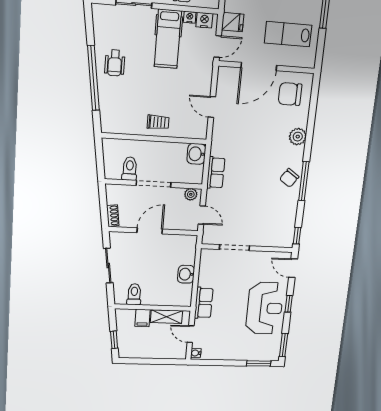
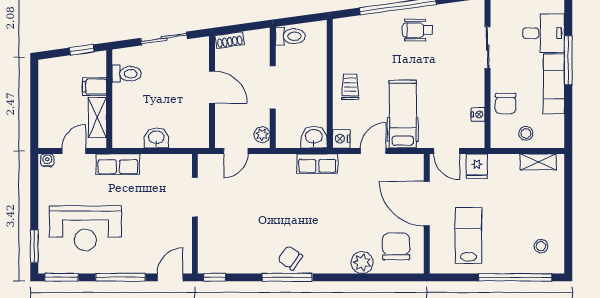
nightstand: (204, 20) -> (341, 139), moved, turned 180
hospital bed: (168, 39) -> (403, 114), moved, turned 90
trolley: (158, 122) -> (350, 87), turned 180
plant: (298, 137) -> (362, 263), moved
toilet: (130, 169) -> (290, 36), moved
row of seats: (216, 173) -> (317, 164), moved
window: (289, 304) -> (121, 277), width x2.17
reception desk: (265, 308) -> (85, 228), moved
window: (114, 340) -> (82, 50), moved

